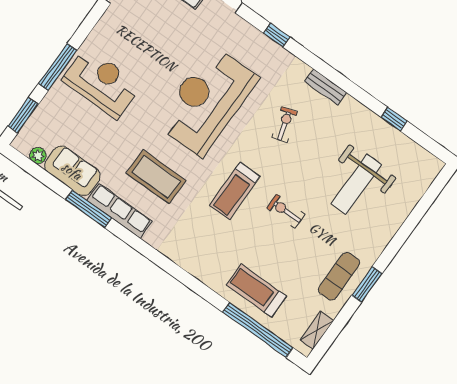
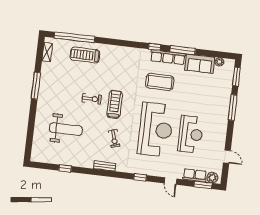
reception desk: (102, 83) -> (191, 134), moved, turned -90
weight bench: (356, 184) -> (66, 129), turned 90
treadmill: (235, 191) -> (115, 104), moved
window: (133, 240) -> (155, 47), added
exercise mat: (339, 276) -> (51, 82), removed
window: (367, 284) -> (36, 86), width x1.44
treadmill: (256, 291) -> (85, 55), turned 180

